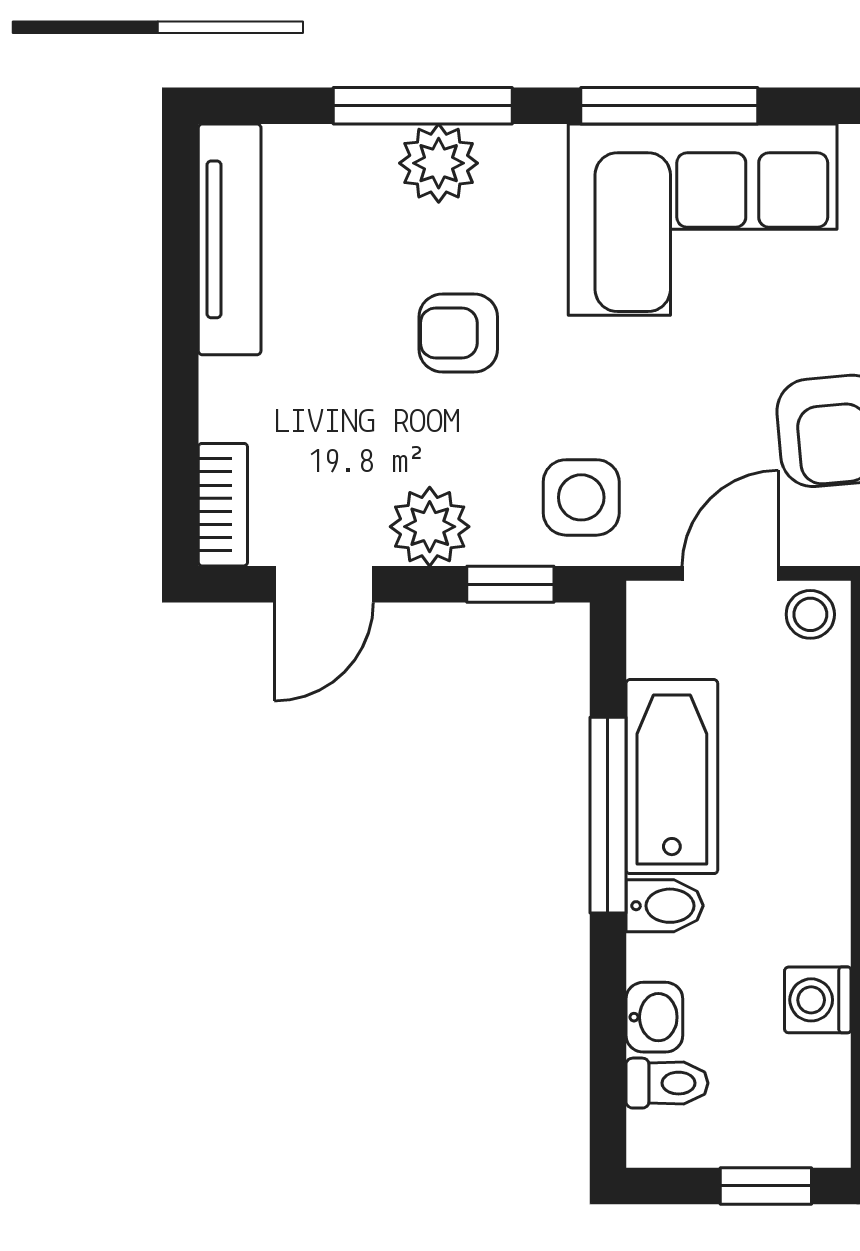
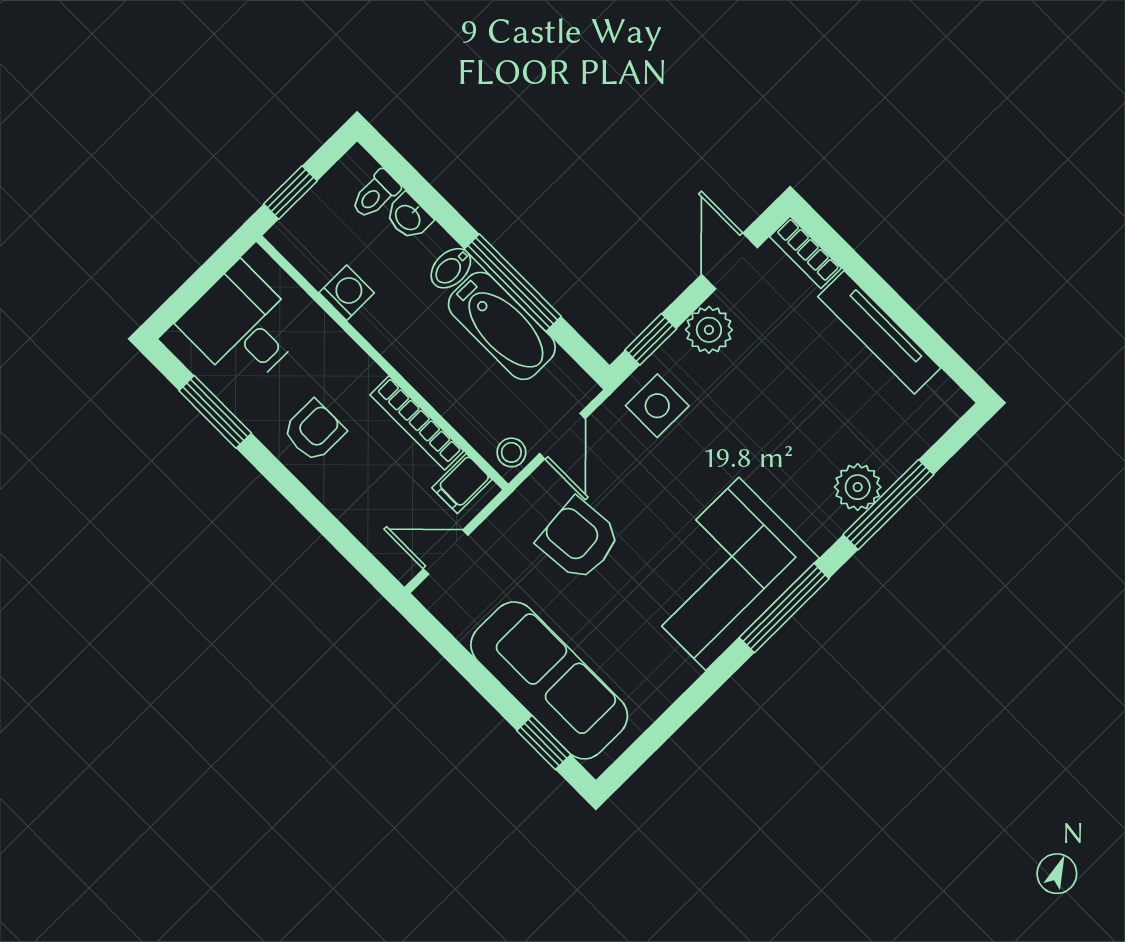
tv unit: (230, 239) -> (879, 332), moved
armchair: (458, 333) -> (778, 424), removed

